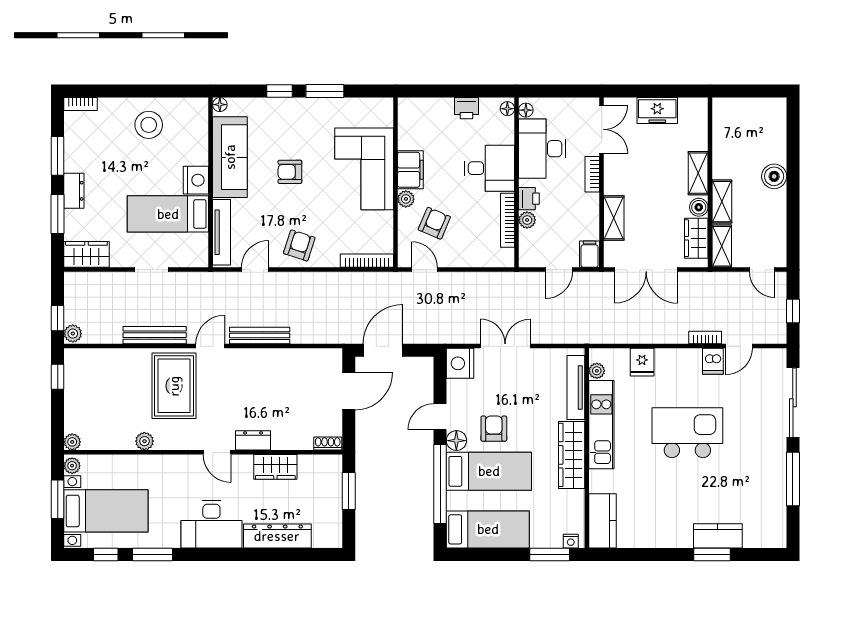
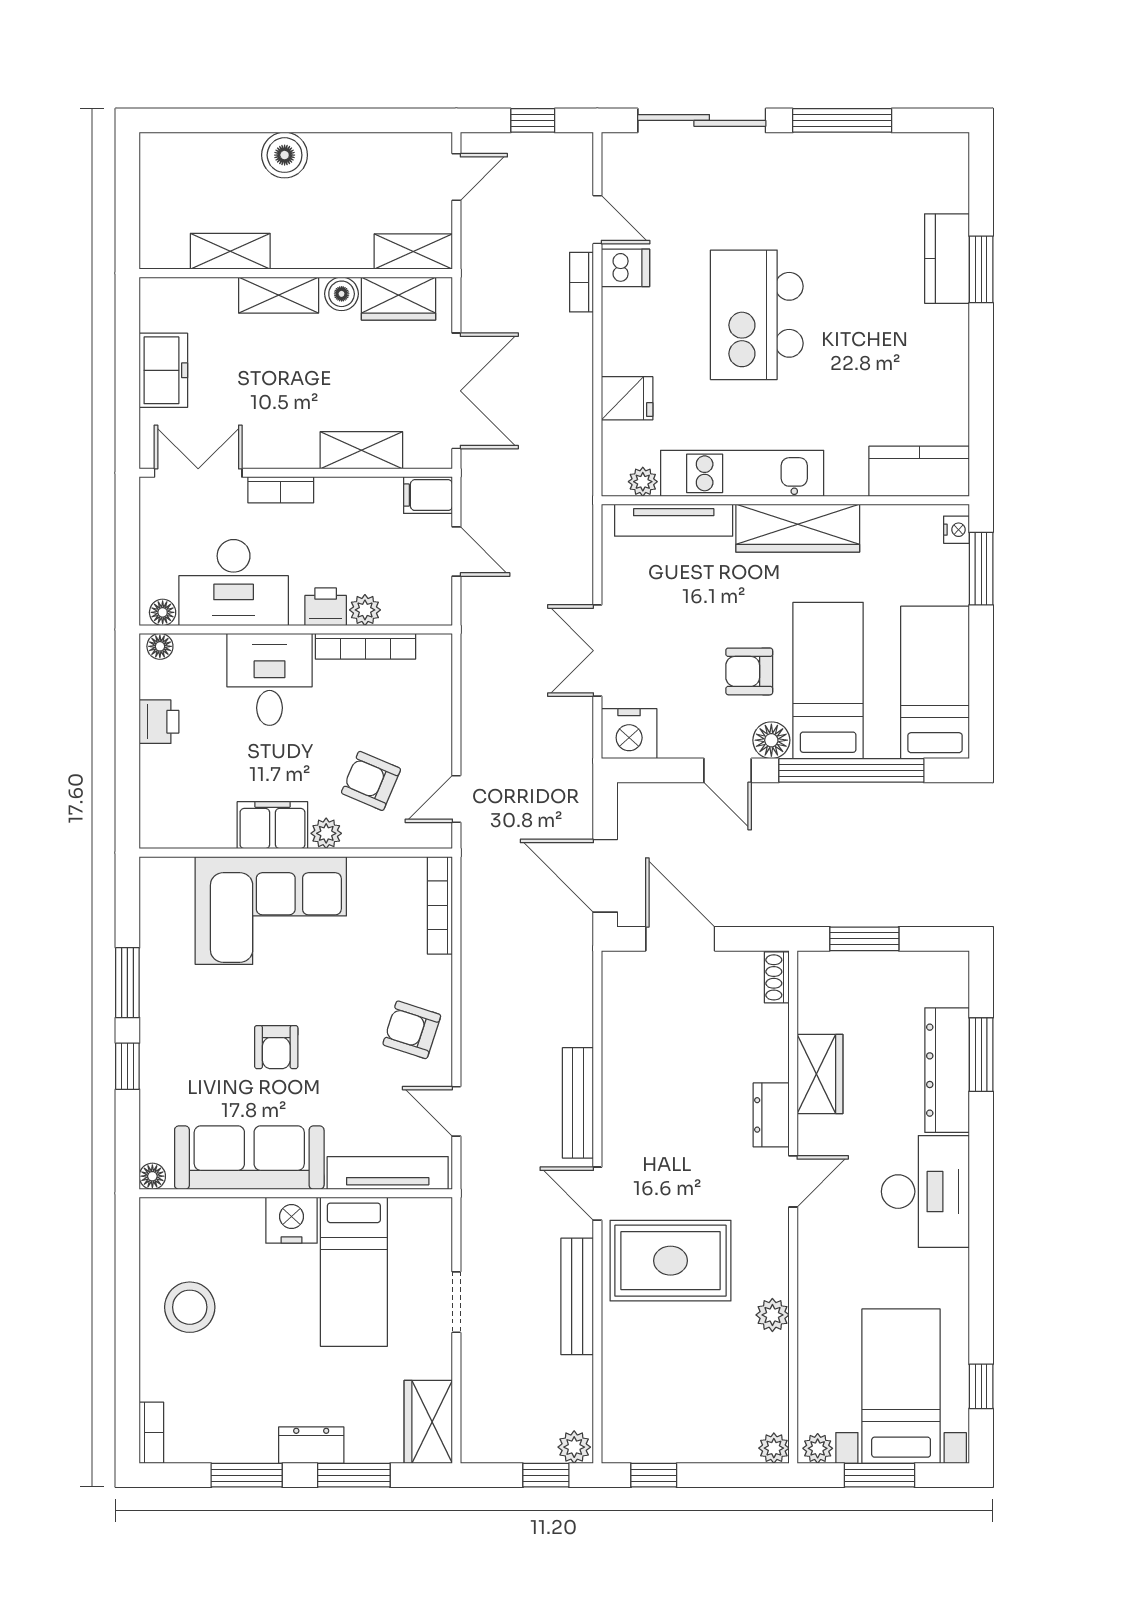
shelving: (722, 202) -> (230, 251), moved
window: (152, 554) -> (981, 1055), moved

